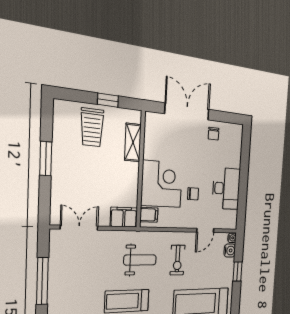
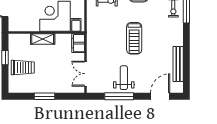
shelving: (133, 142) -> (43, 39), moved
weight bench: (140, 260) -> (124, 78), moved

